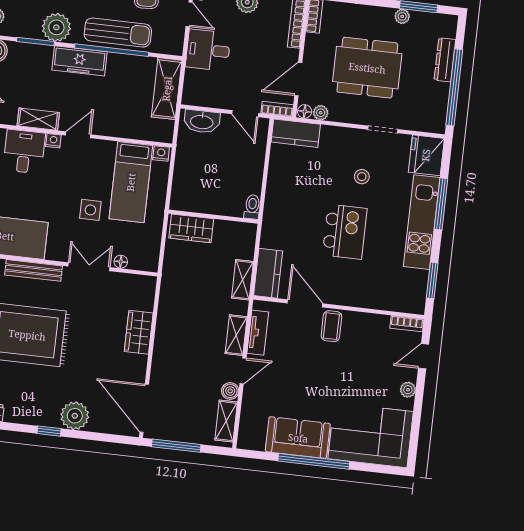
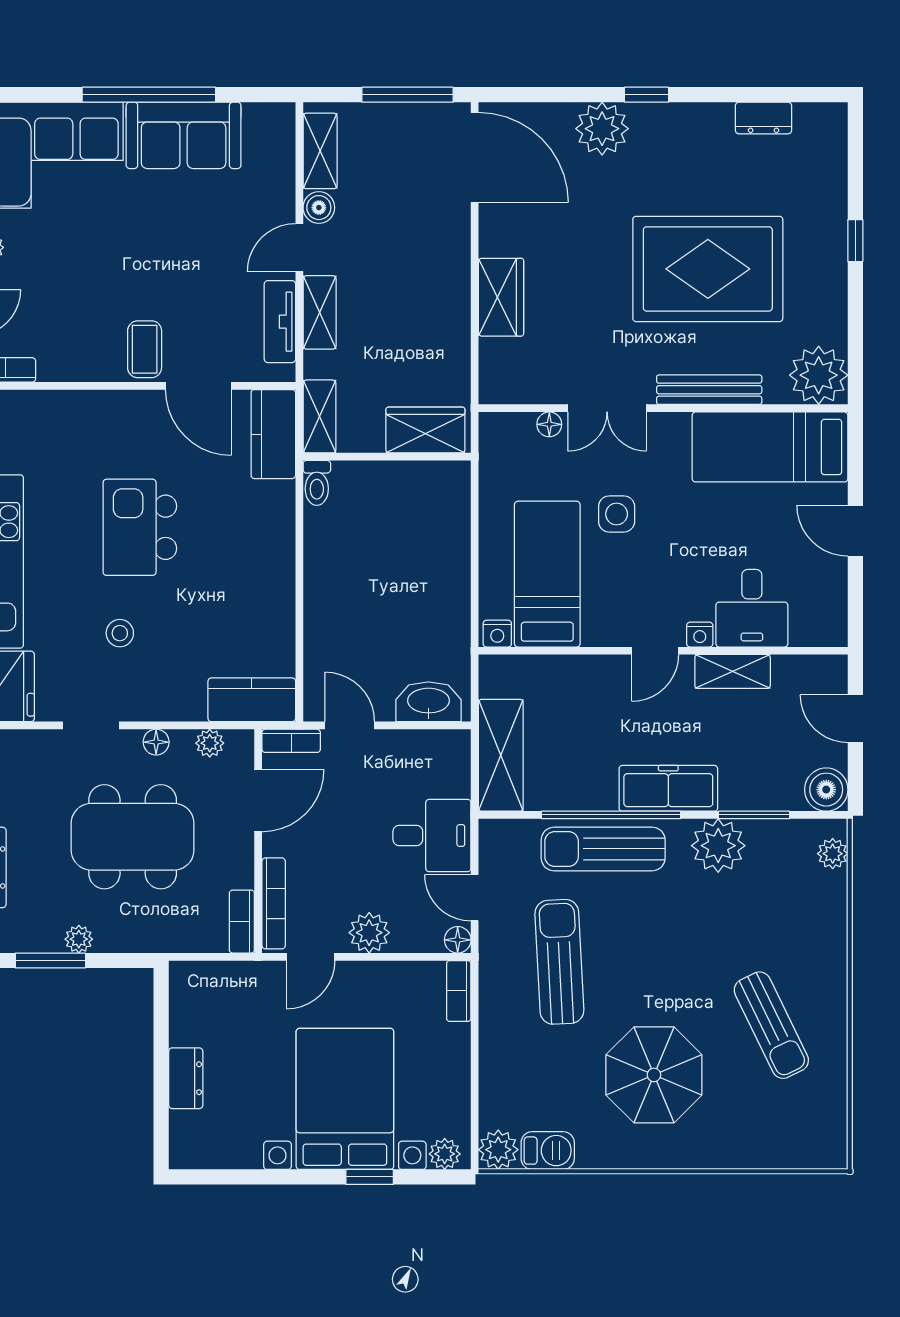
floor lamp: (305, 111) -> (156, 742), moved
toilet: (252, 207) -> (317, 483), moved
wall: (213, 217) -> (387, 457), moved
wardrobe: (191, 228) -> (425, 430), moved

